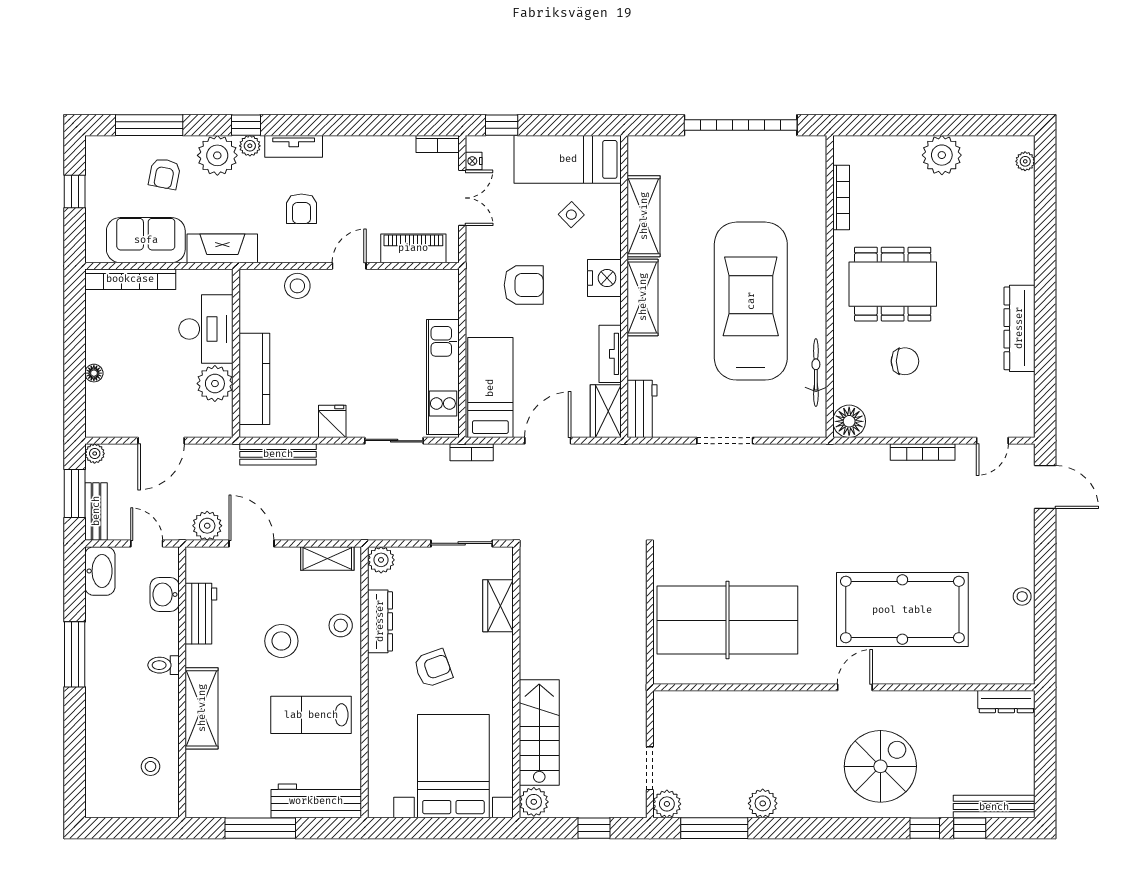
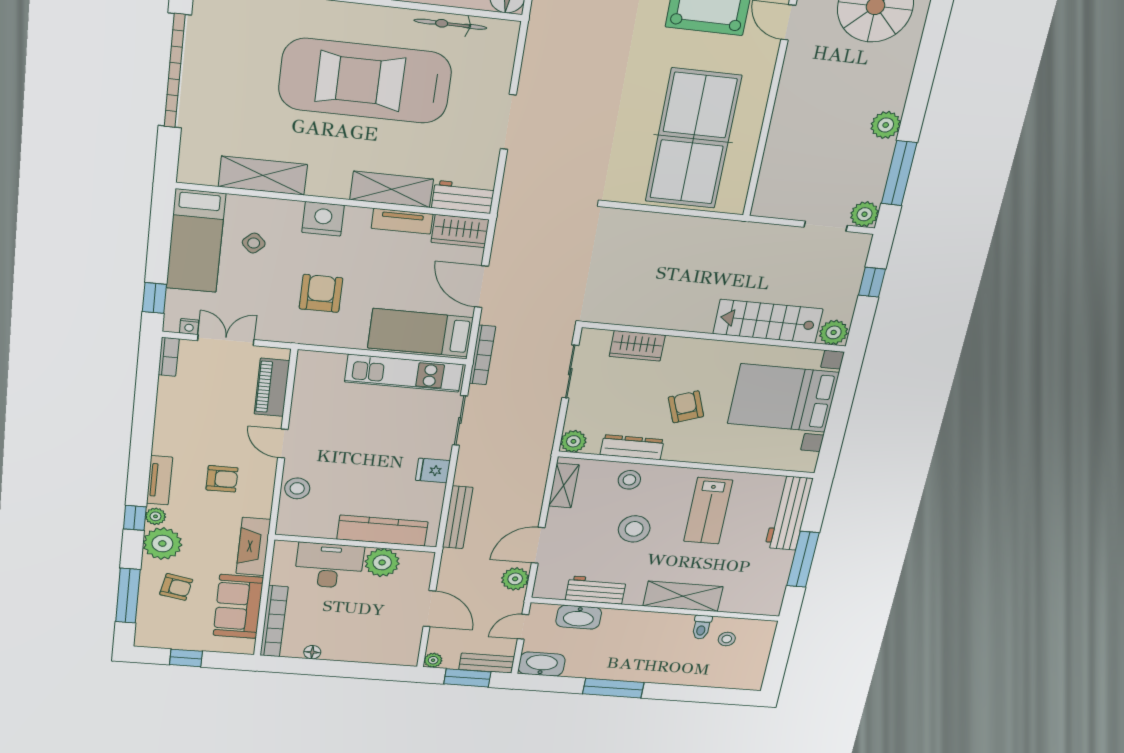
shelving: (643, 297) -> (392, 189), moved
floor lamp: (94, 373) -> (312, 652), moved
bookcase: (472, 452) -> (482, 355), width x1.56
washbasin: (165, 594) -> (579, 617), width x1.38
toilet: (164, 665) -> (702, 627), moved

